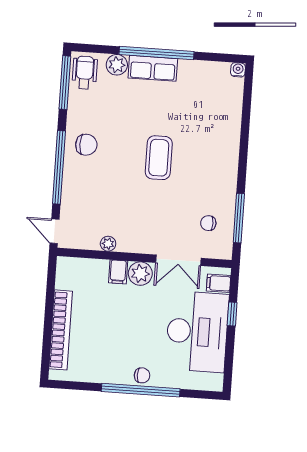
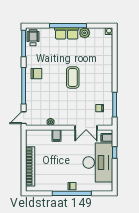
plant: (117, 65) -> (85, 33), moved
door: (55, 231) -> (24, 118), hinge flipped
plant: (140, 274) -> (68, 136), removed

